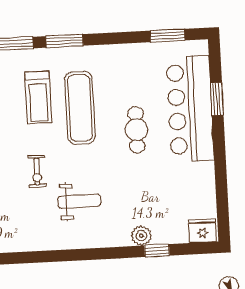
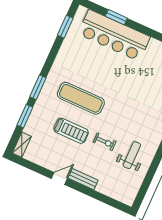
treadmill: (38, 97) -> (71, 131), moved
cafe table: (136, 130) -> (110, 72), removed
weight bench: (79, 201) -> (132, 155), moved

